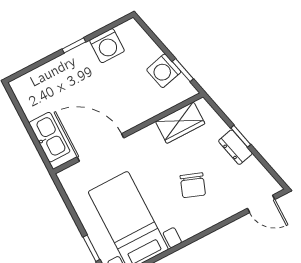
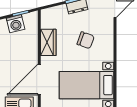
wardrobe: (180, 123) -> (48, 42), moved

